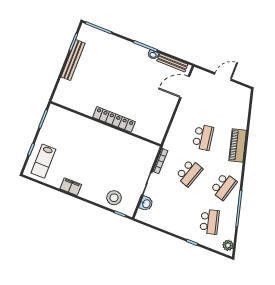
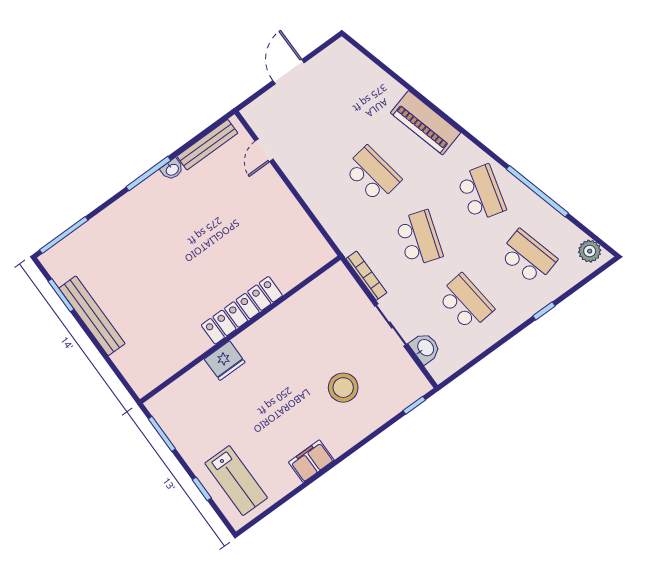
door: (185, 87) -> (264, 150), width x0.53
fridge: (89, 125) -> (225, 361), added
stool: (114, 198) -> (343, 388), moved
school desk: (175, 208) -> (465, 302), added

